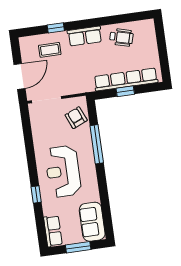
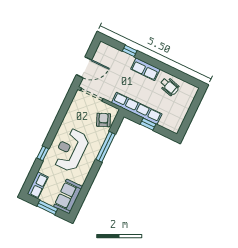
coffee table: (50, 50) -> (116, 63), removed
row of seats: (126, 79) -> (137, 108), moved

